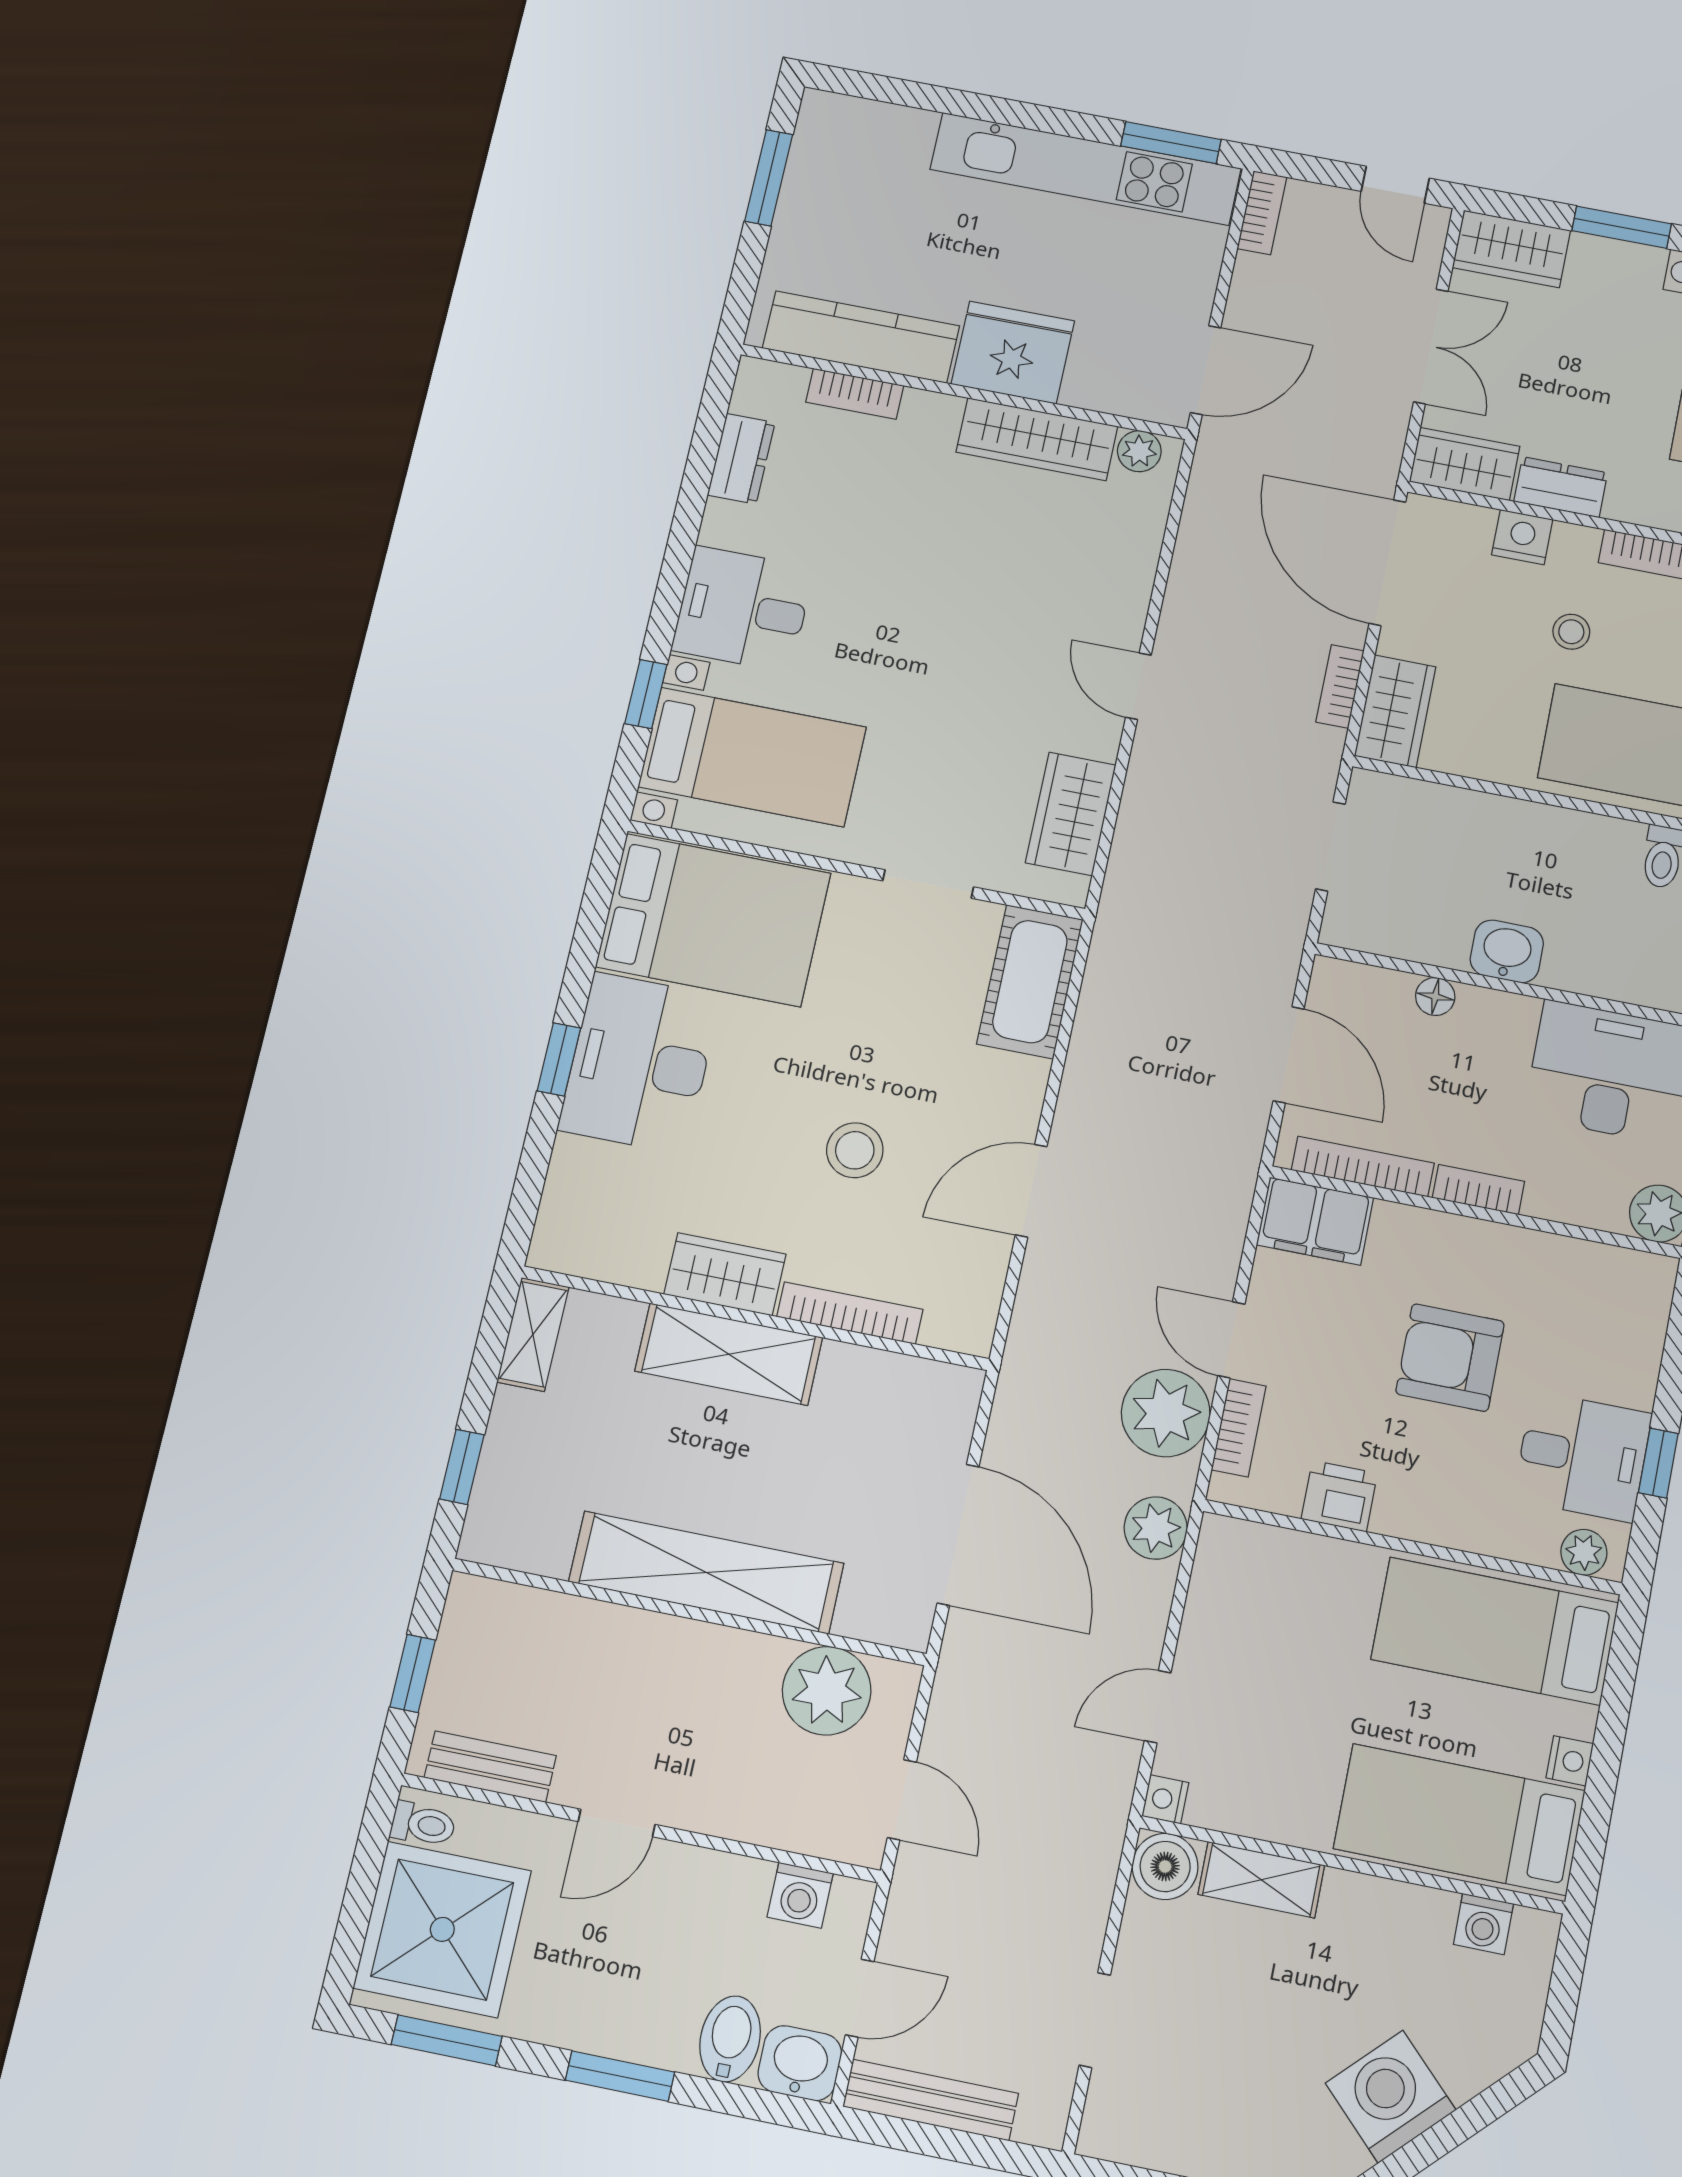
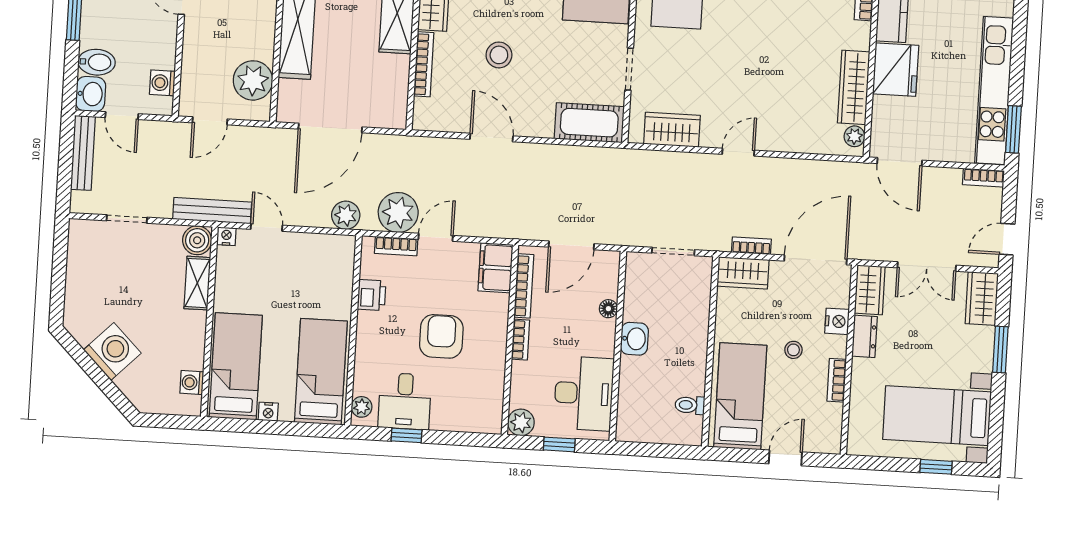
bench: (1103, 1823) -> (212, 211), added

